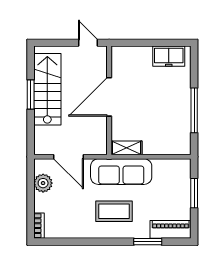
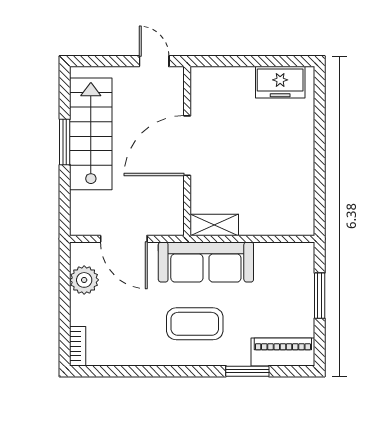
window: (194, 110) -> (320, 167), removed

